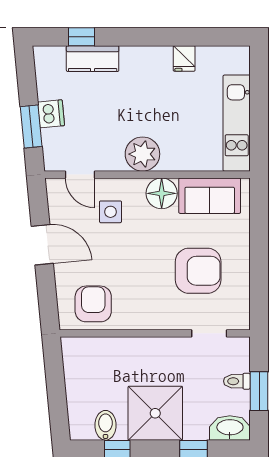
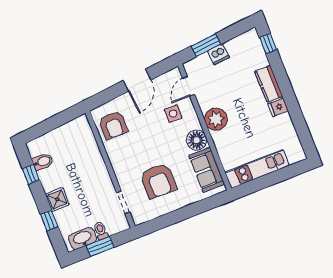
window: (82, 37) -> (268, 43), moved
fridge: (184, 58) -> (278, 107), moved
kitchen counter: (93, 59) -> (269, 84), moved
armchair: (93, 304) -> (113, 125), turned 90
shower: (155, 413) -> (57, 199), width x0.54, depth x0.54
washbasin: (230, 428) -> (83, 238), moved, turned -90

